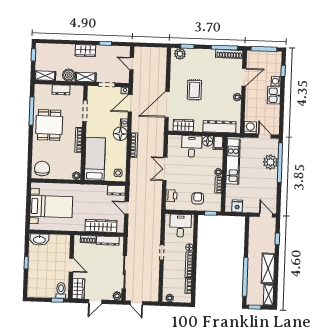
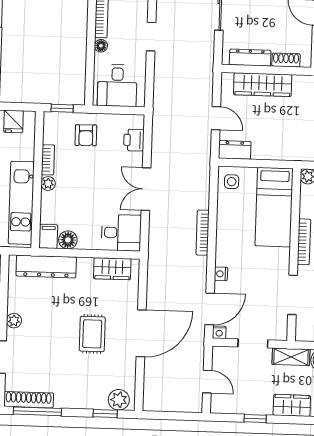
door: (167, 104) -> (141, 333), moved
floor lamp: (120, 134) -> (228, 253), removed
desk: (192, 146) -> (121, 233), moved, turned -90
double door: (165, 169) -> (146, 189), swing flipped

